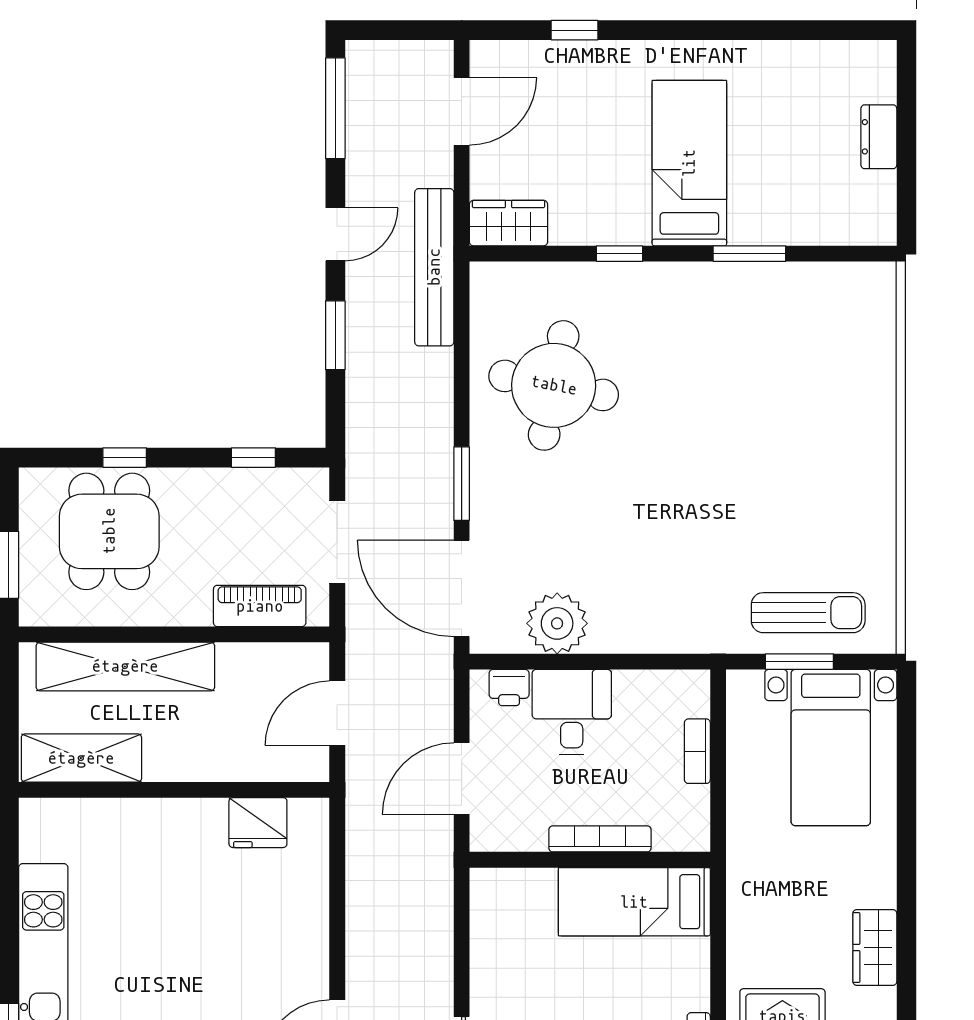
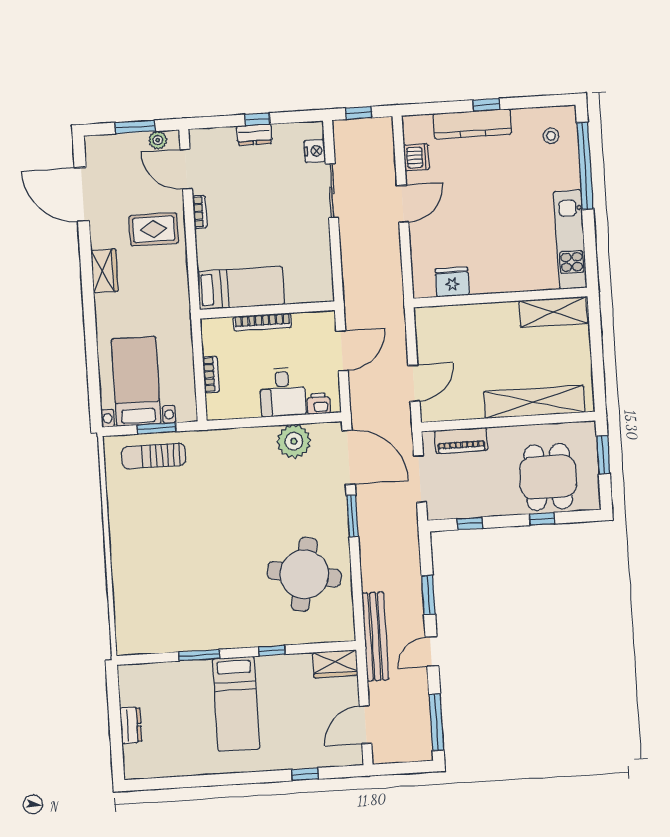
shelving: (81, 758) -> (553, 312), moved
wall: (174, 790) -> (500, 297), moved
fridge: (258, 823) -> (452, 282), moved

